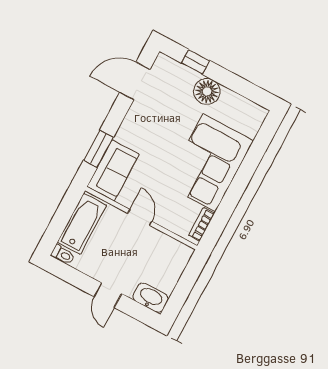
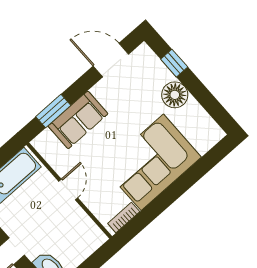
sofa: (113, 170) -> (78, 120), moved

